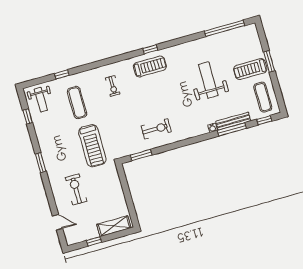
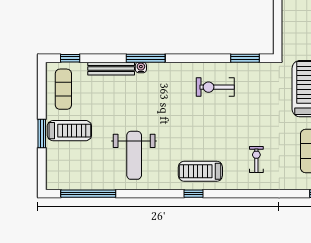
weight bench: (208, 80) -> (134, 155), moved
window: (232, 129) -> (146, 58), moved

